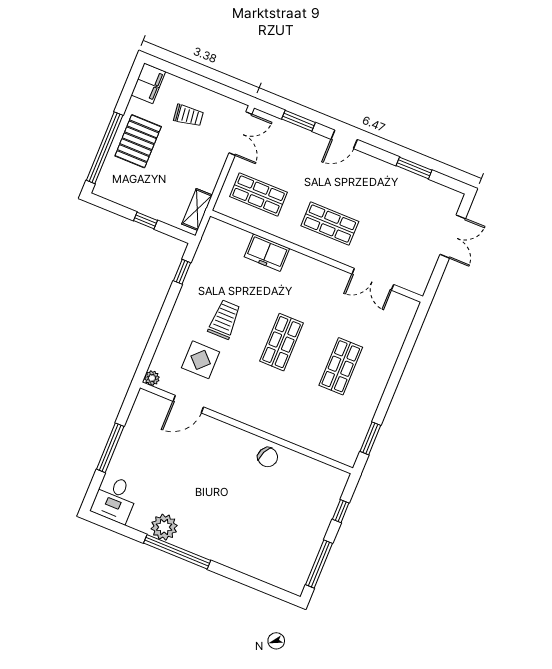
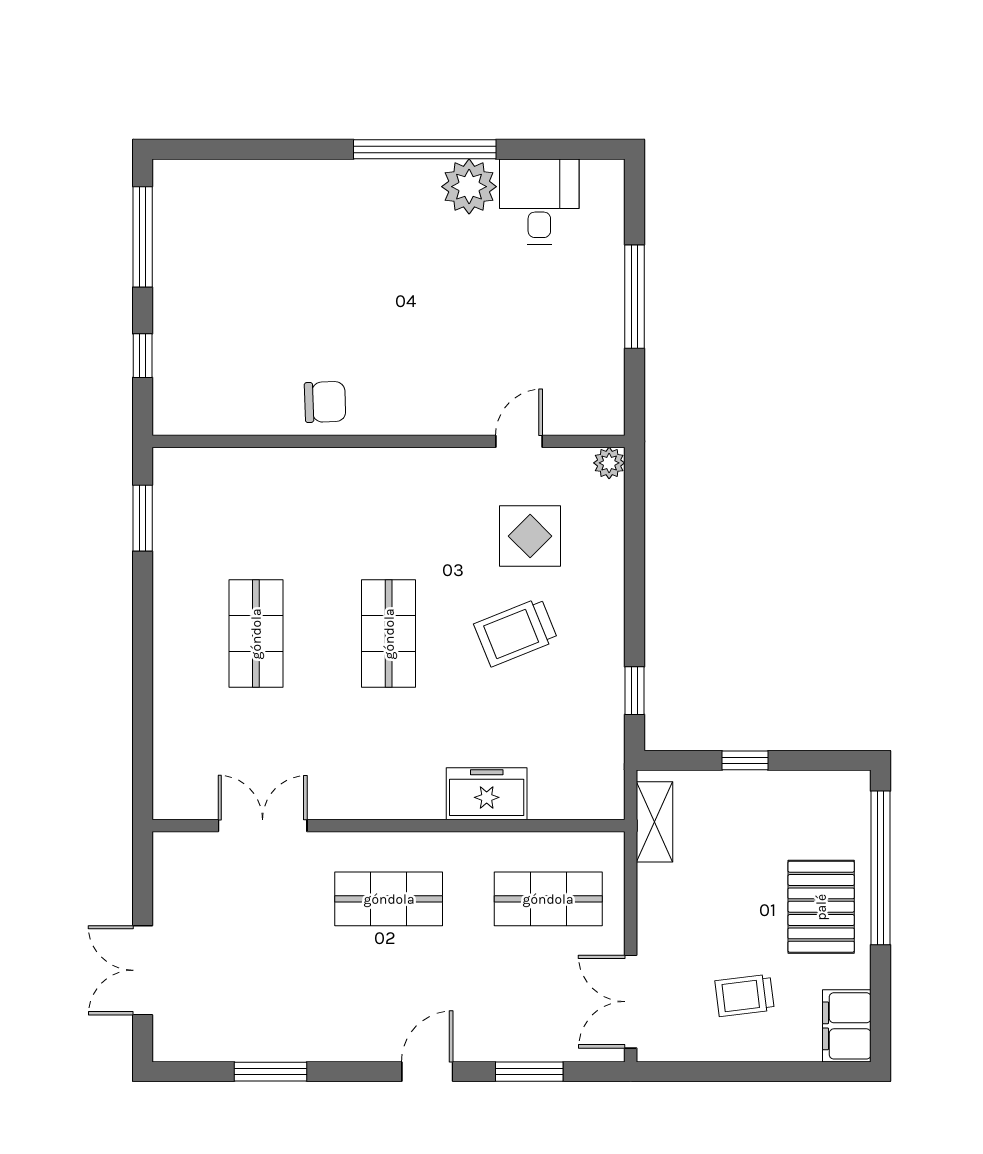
trolley: (224, 320) -> (516, 632), turned 68
door: (188, 404) -> (519, 441), width x0.73
chair: (268, 457) -> (325, 402), turned 153
desk: (115, 499) -> (539, 202), moved

